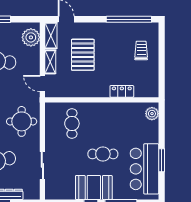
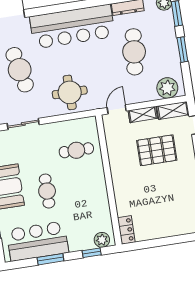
trolley: (141, 51) -> (172, 216), removed
locker: (122, 91) -> (126, 230), moved
window: (162, 124) -> (92, 253), added

